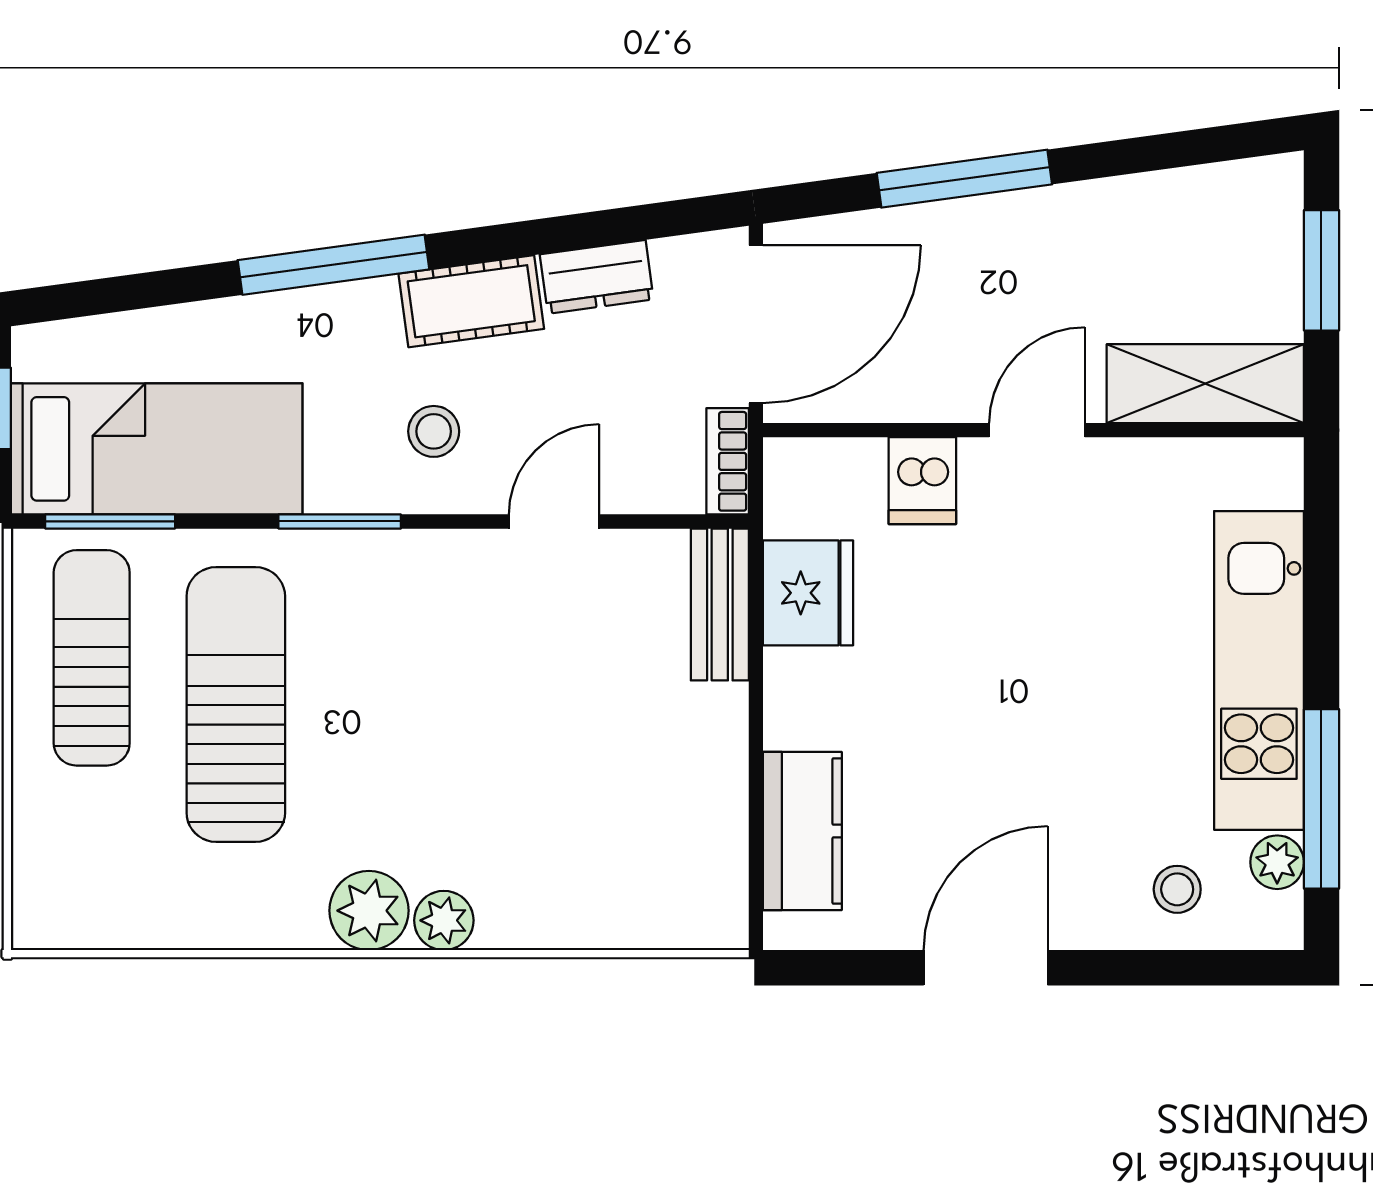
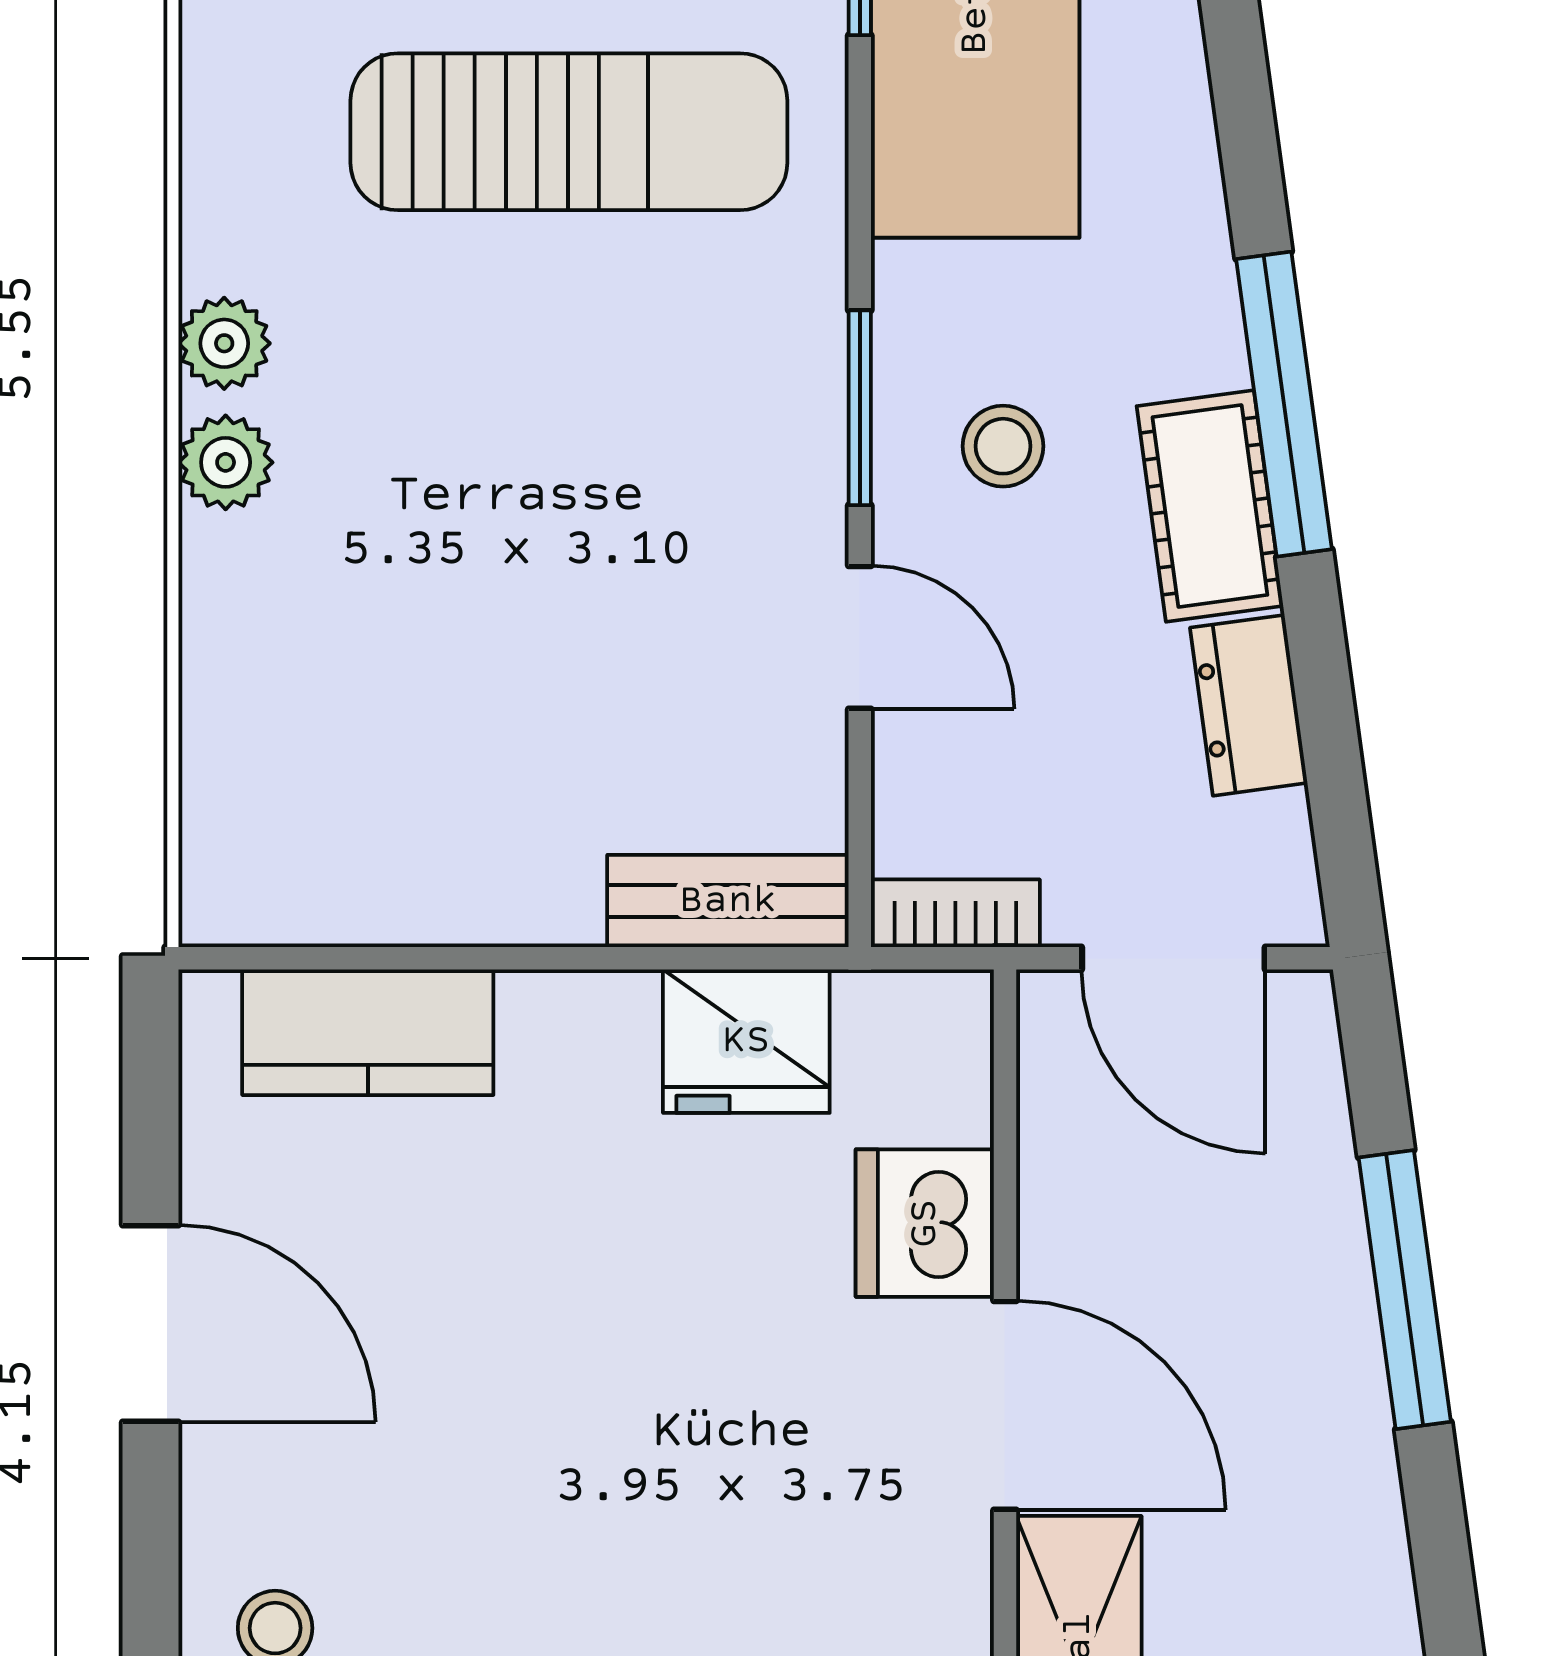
window: (333, 265) -> (1284, 404), moved
door: (756, 324) -> (1173, 958), width x0.73
door: (1037, 430) -> (1005, 1405), width x1.38
dishwasher: (922, 481) -> (925, 1223), width x1.38
window: (340, 521) -> (860, 408), moved
plant: (369, 911) -> (224, 343), width x0.73, depth x0.73

